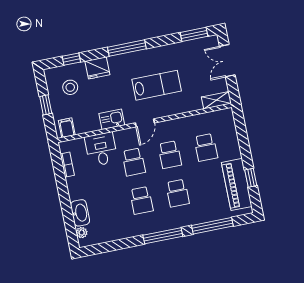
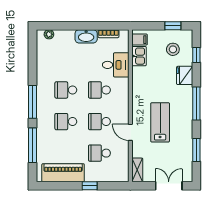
window: (194, 34) -> (196, 150), moved
lab bench: (157, 85) -> (160, 122), turned 180
window: (46, 105) -> (173, 26), moved
kitchen sink: (112, 119) -> (139, 56), moved
door: (145, 123) -> (130, 132), moved
window: (251, 178) -> (90, 186), moved
washbasin: (80, 213) -> (86, 36), moved

